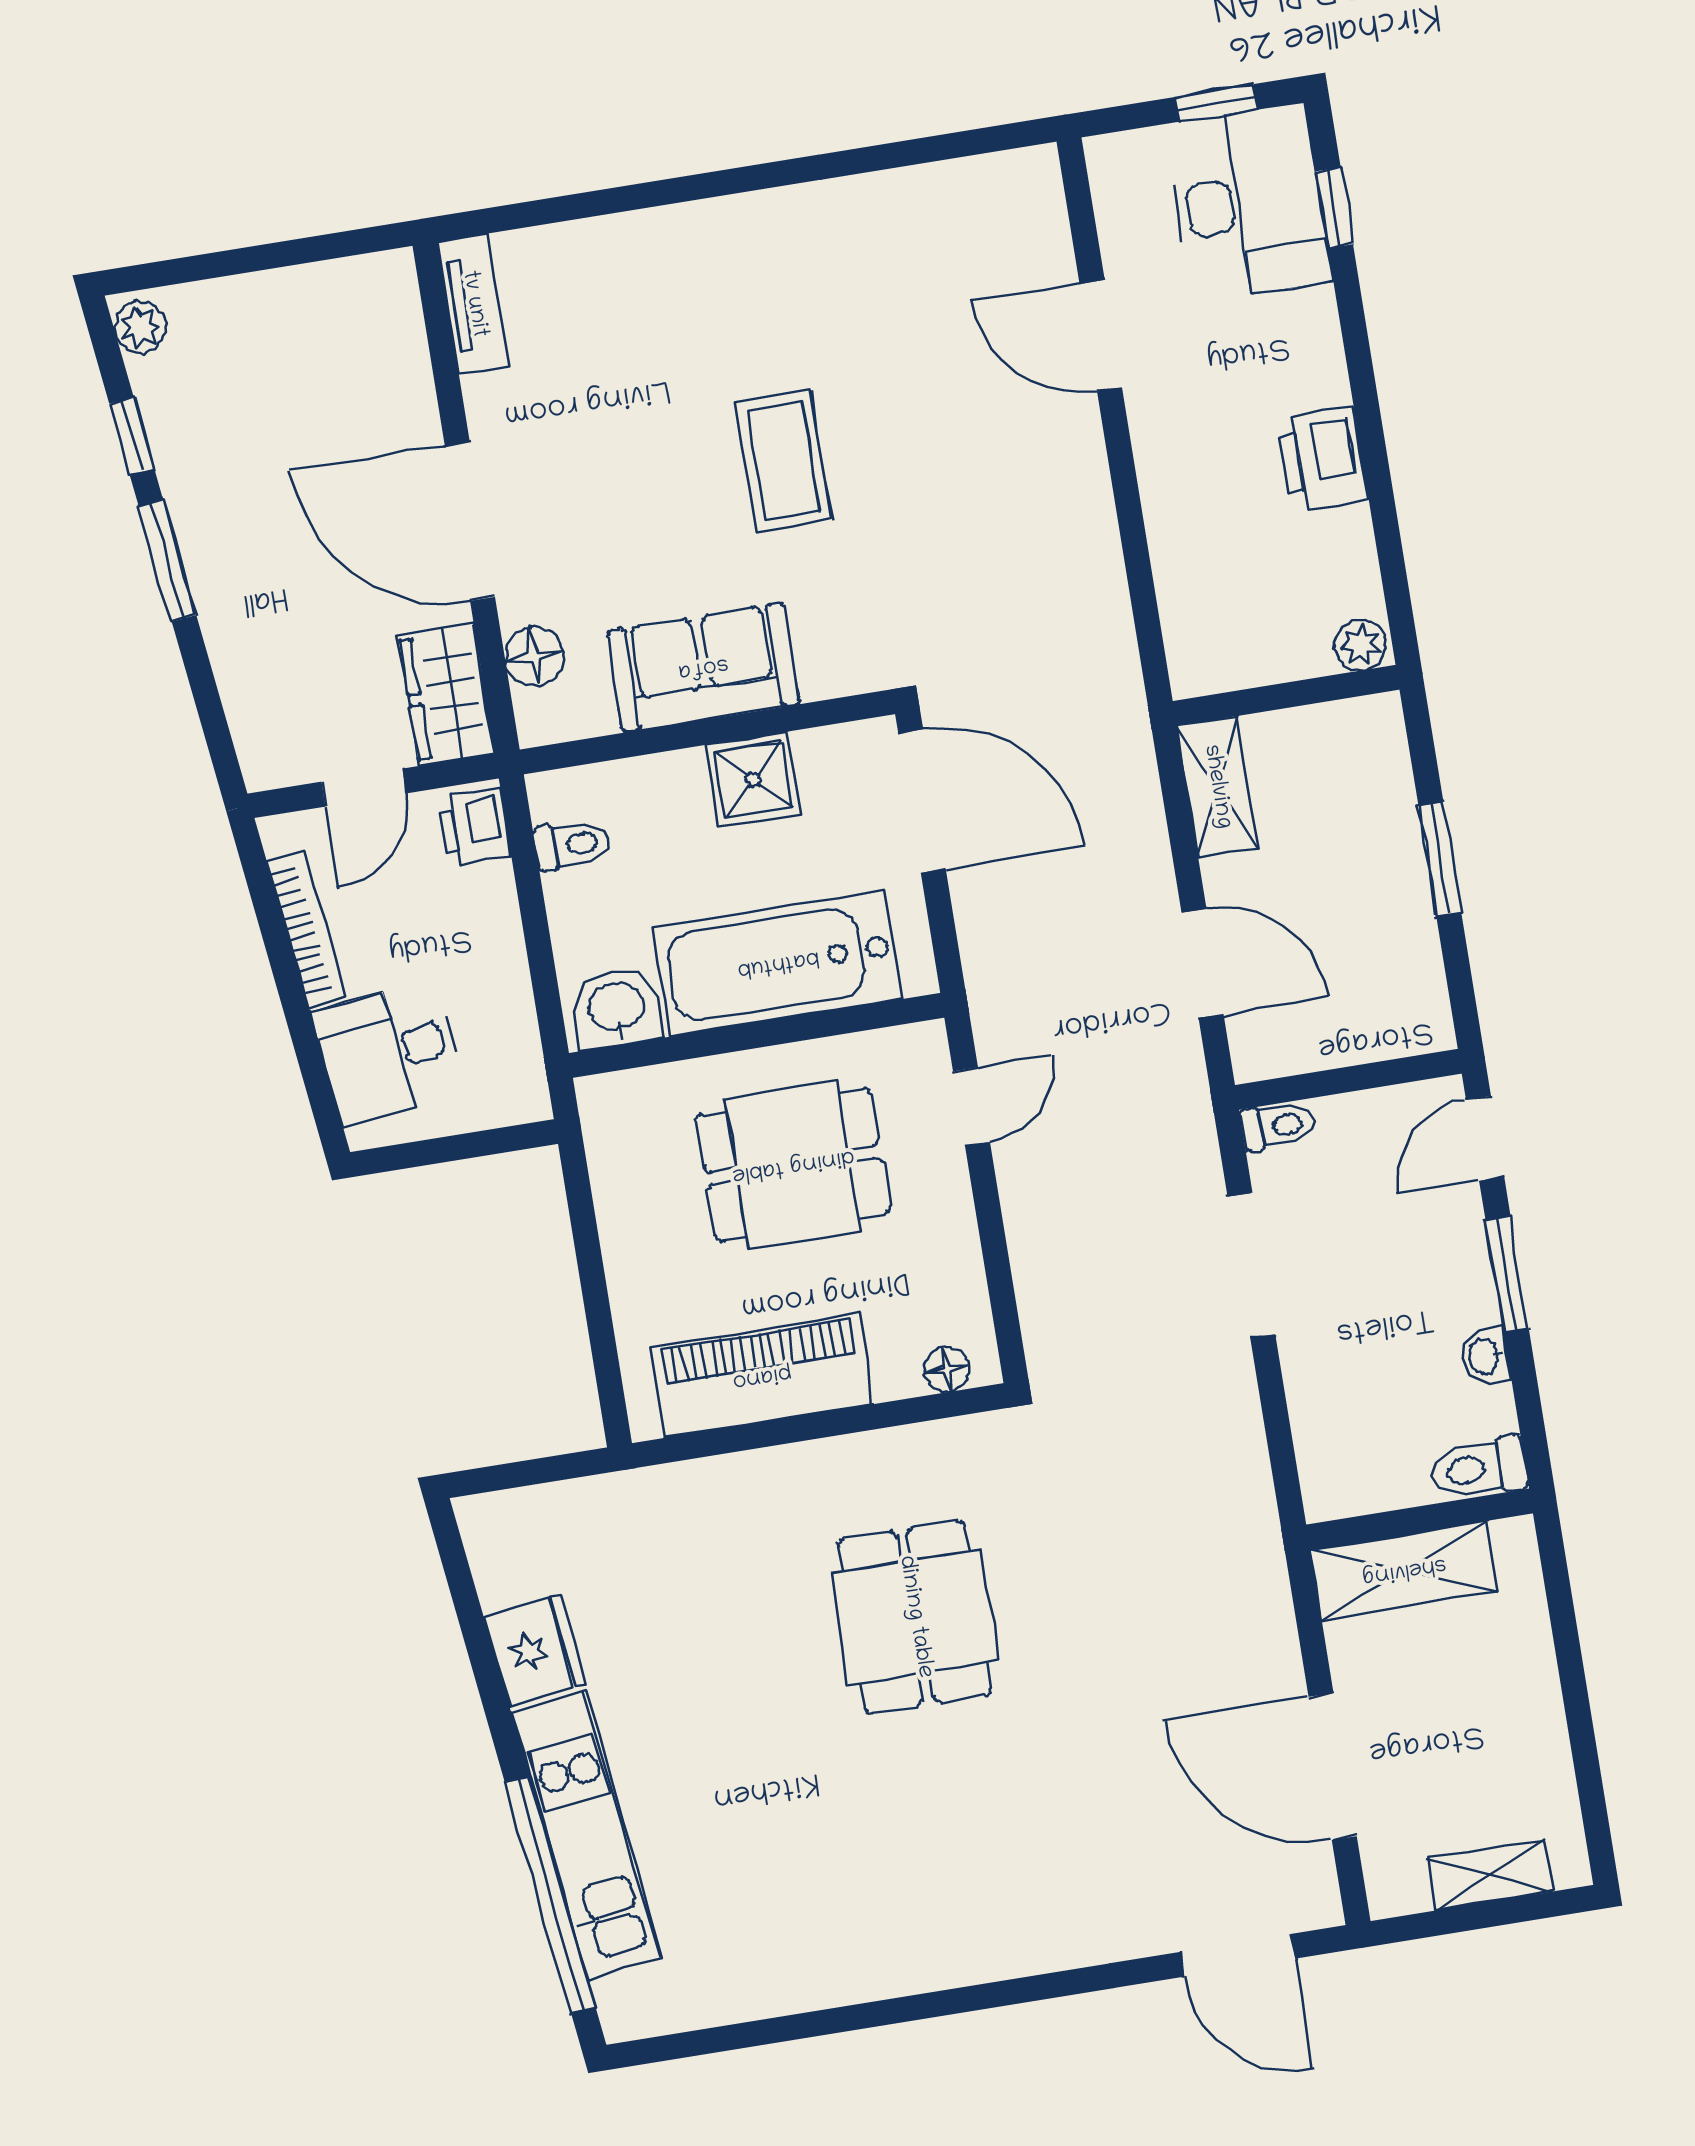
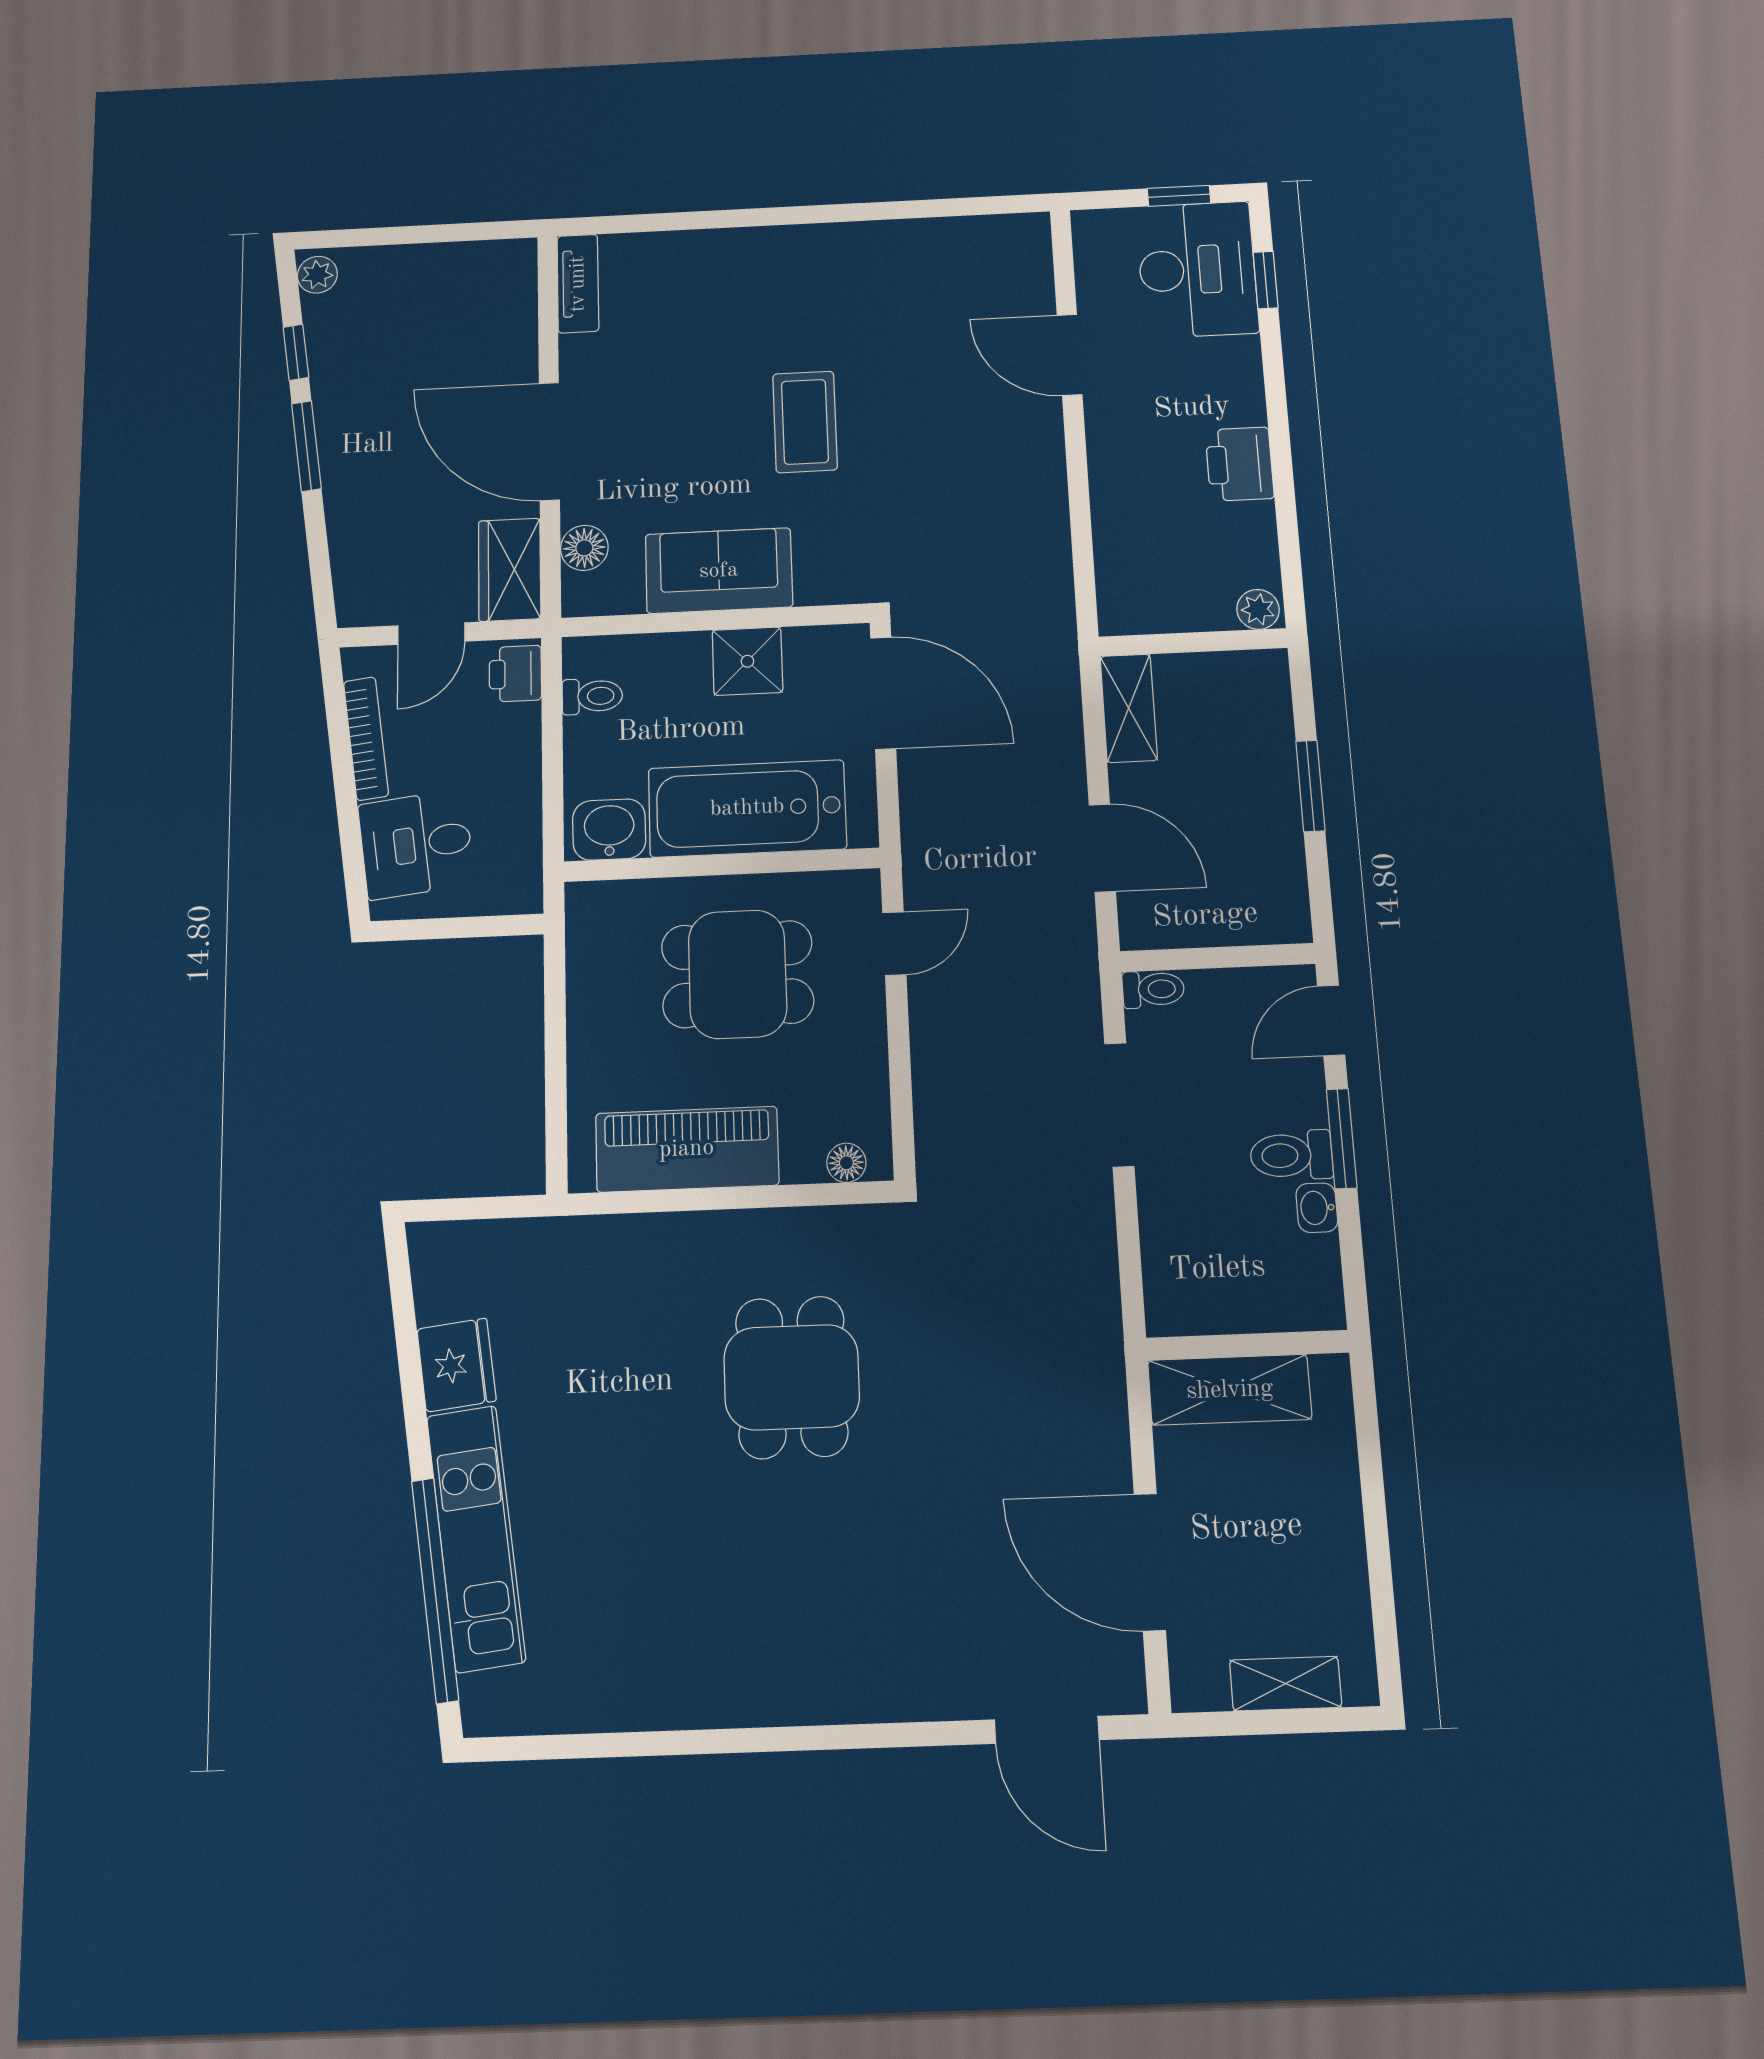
toilet: (1479, 1468) -> (1291, 1155), moved

